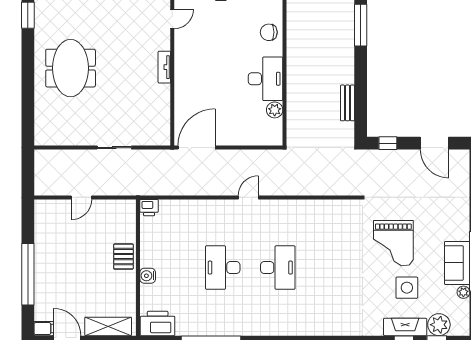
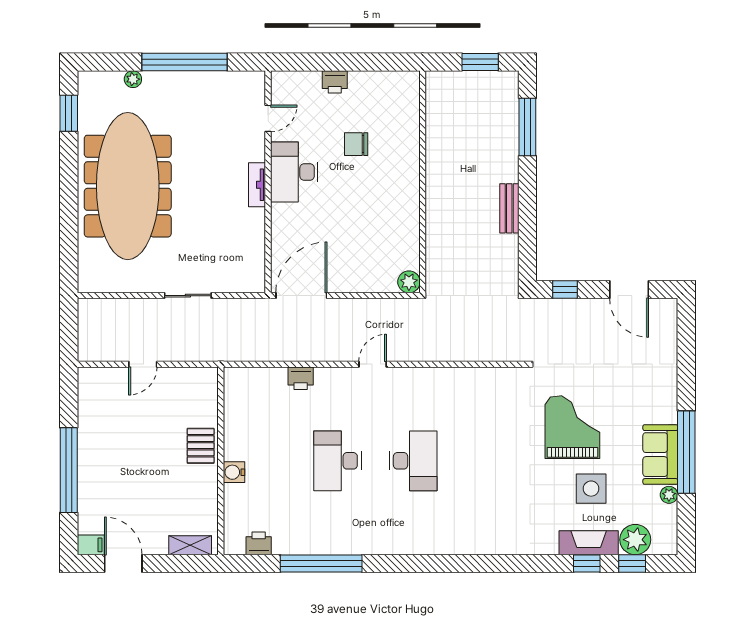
chair: (269, 32) -> (356, 144), moved
meeting table: (71, 68) -> (128, 186), width x1.86, depth x1.27
desk: (266, 79) -> (294, 172), moved, turned 180
bench: (347, 103) -> (509, 208), moved
plant: (275, 110) -> (409, 282), moved
printer: (149, 208) -> (301, 378), moved
grand piano: (393, 243) -> (572, 427), turned 180
printer: (158, 323) -> (259, 543), width x0.53, depth x0.68
shelving: (108, 326) -> (190, 545), width x0.67, depth x0.75

